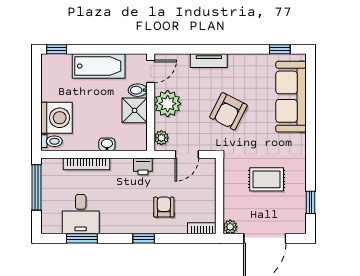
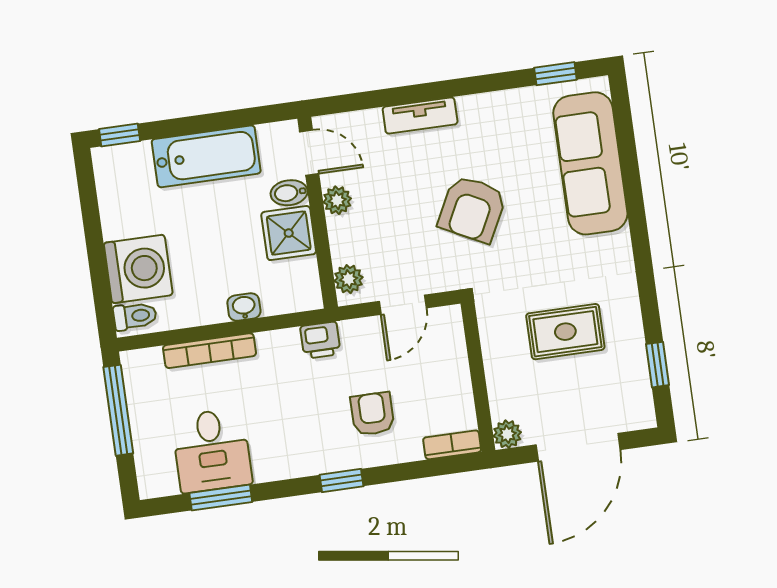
door: (151, 71) -> (309, 153), hinge flipped
plant: (168, 104) -> (337, 200), width x0.53, depth x0.53

